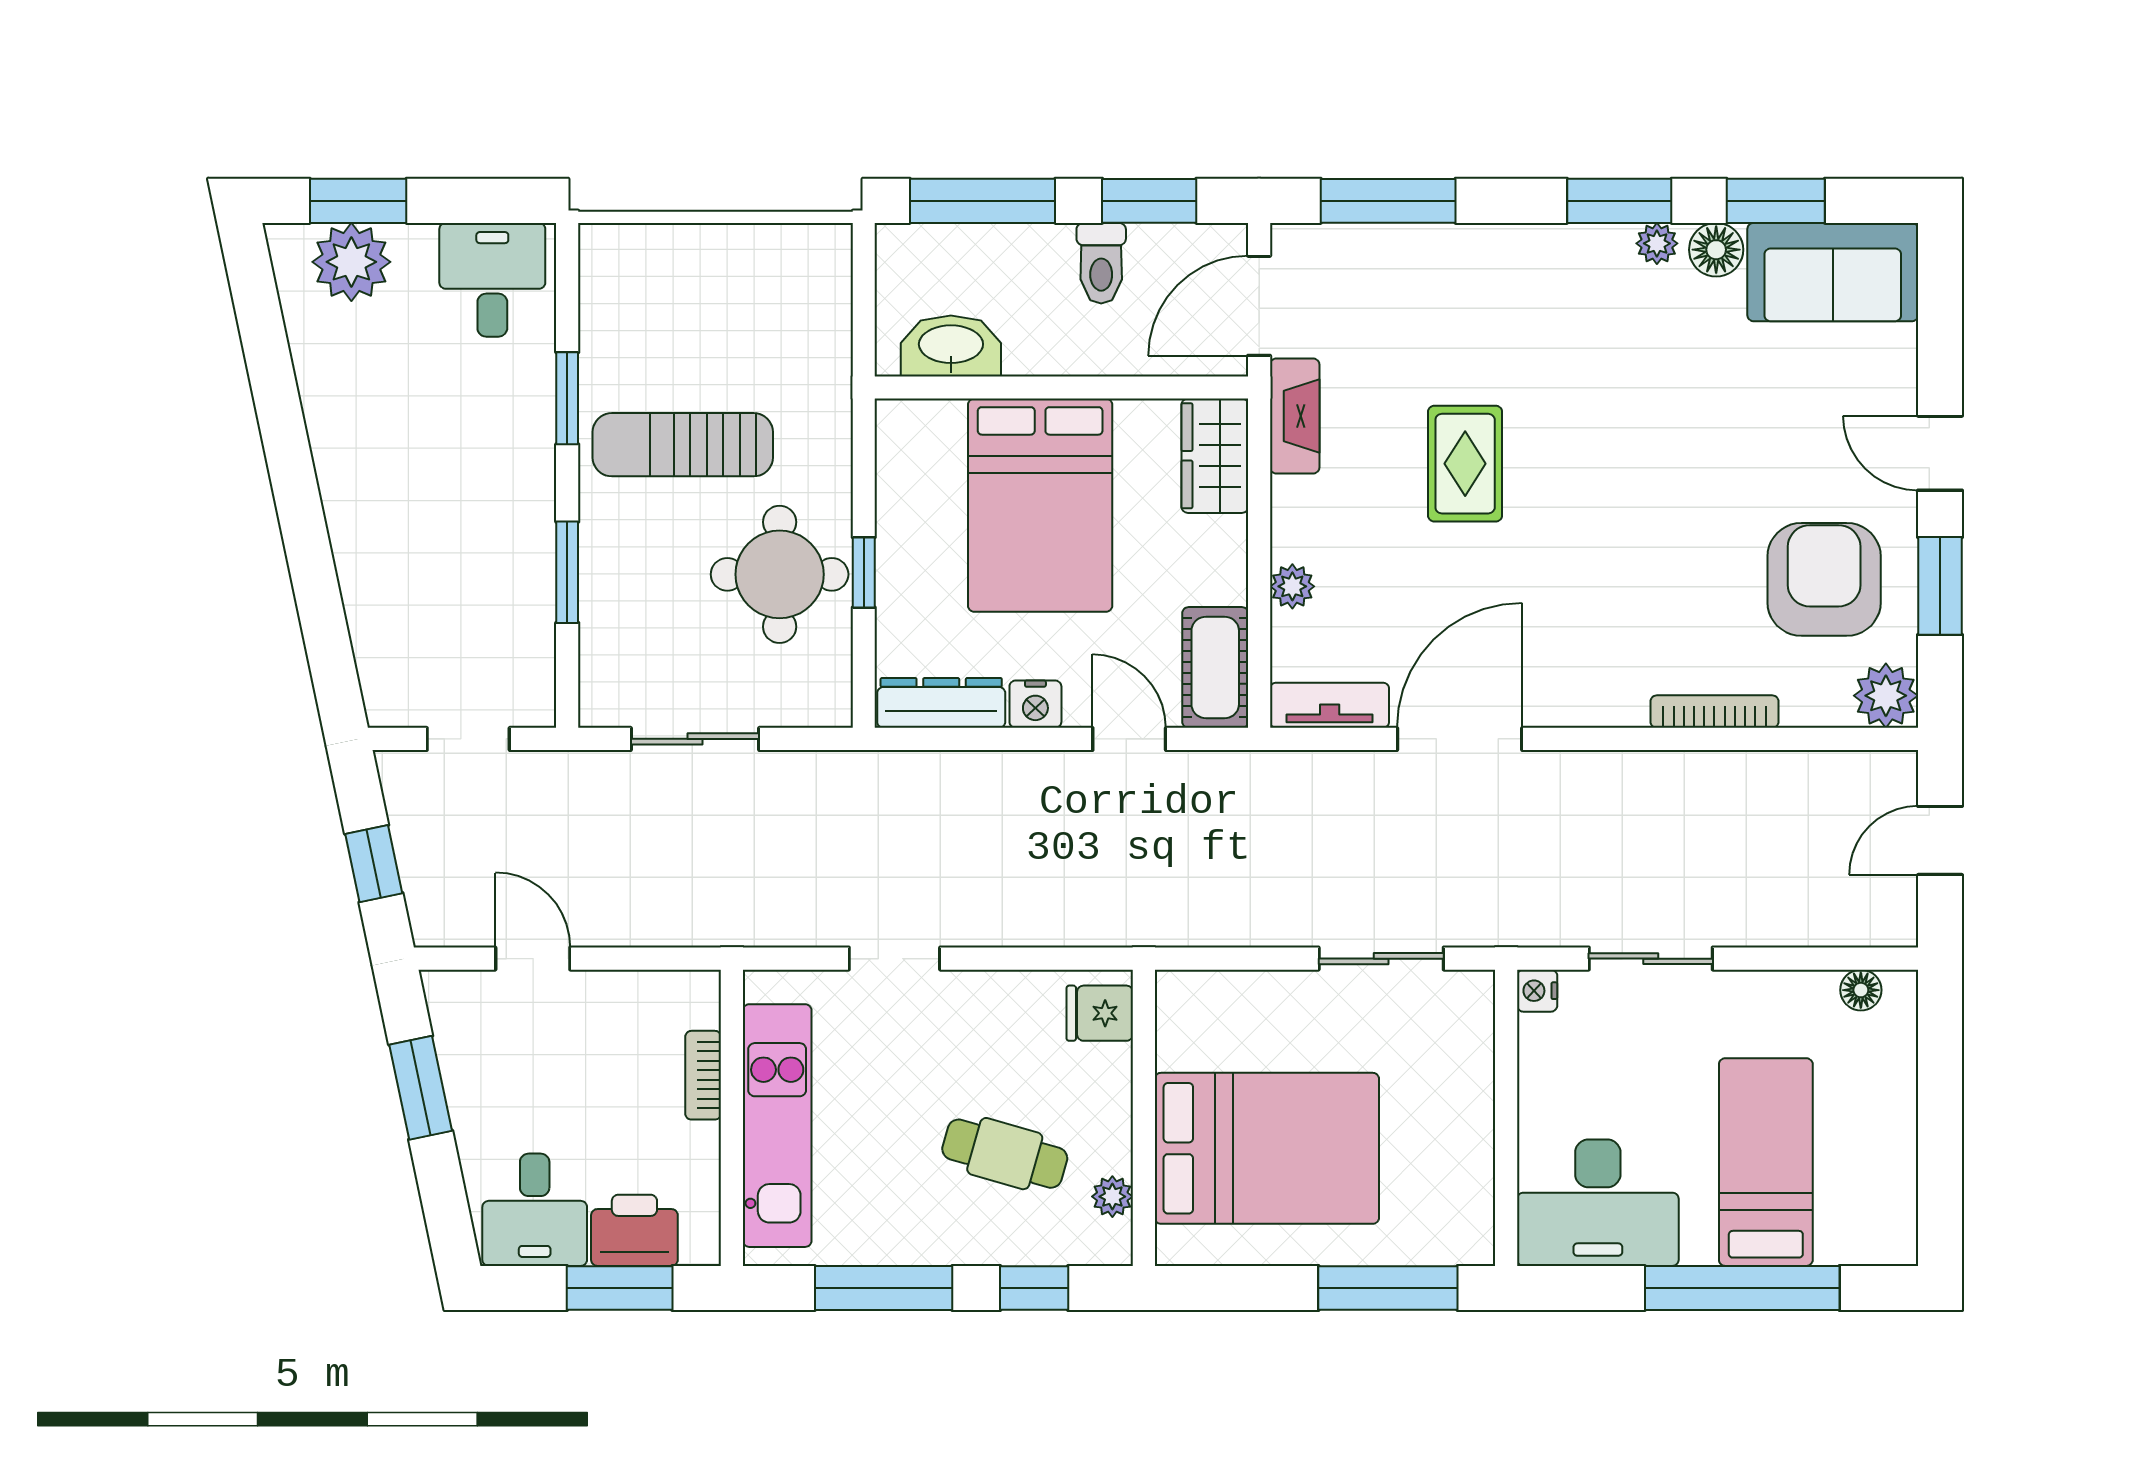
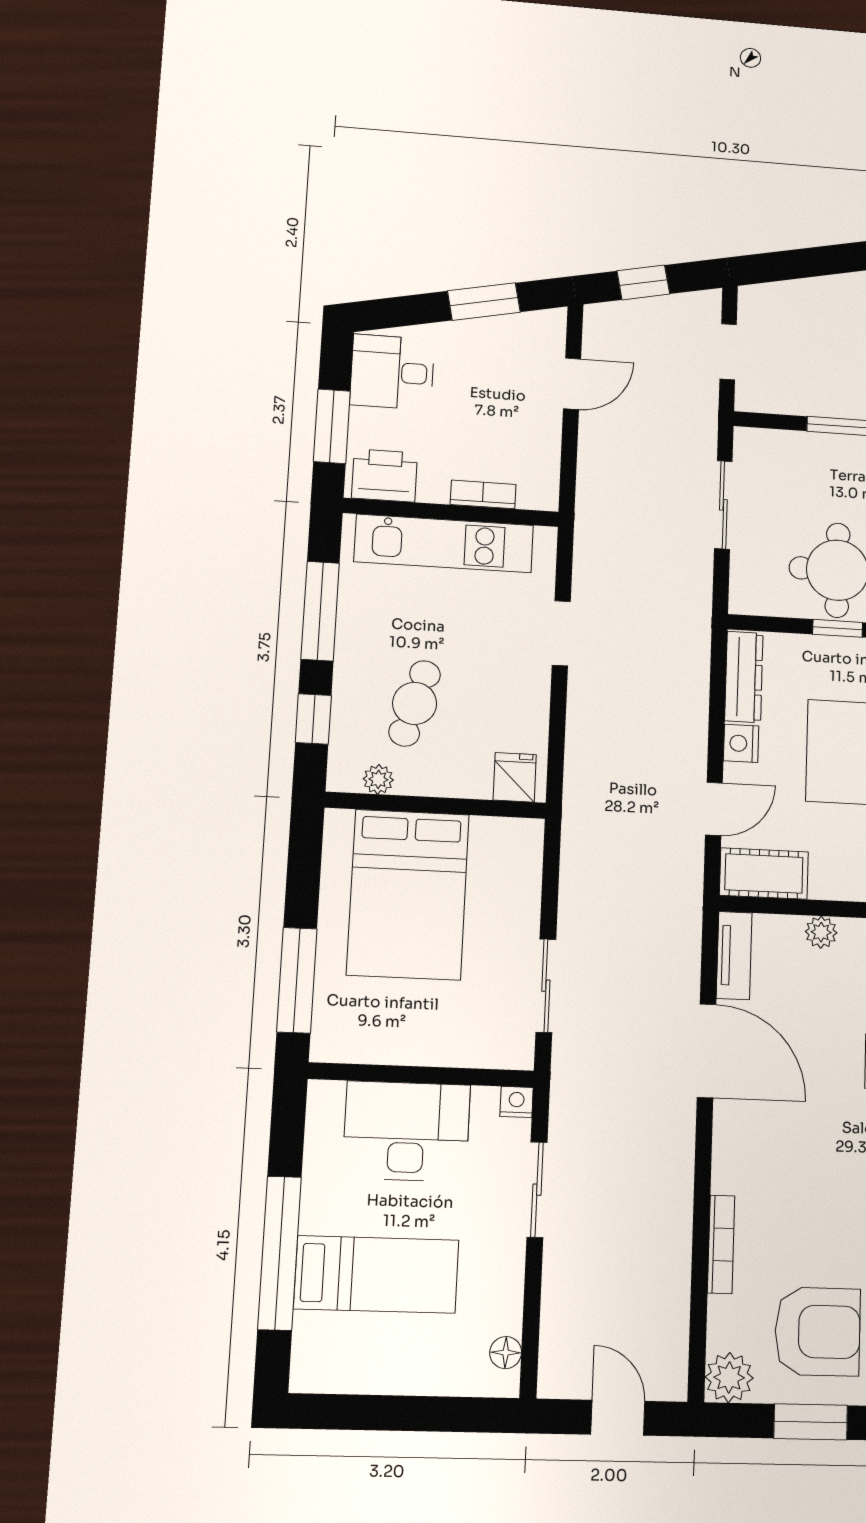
desk: (1598, 1203) -> (406, 1131), moved, turned 90
printer: (634, 1230) -> (385, 475), moved, turned -90

